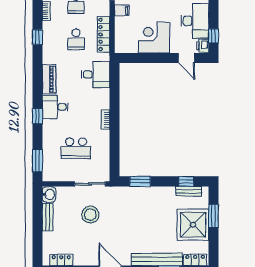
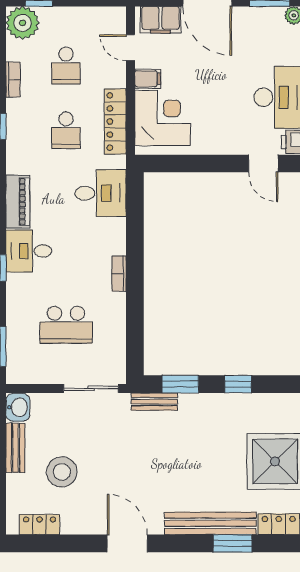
corner desk: (154, 37) -> (163, 118), moved, turned 90
window: (186, 181) -> (238, 384), moved
bench: (189, 191) -> (154, 402), moved
stool: (90, 215) -> (62, 472), moved

